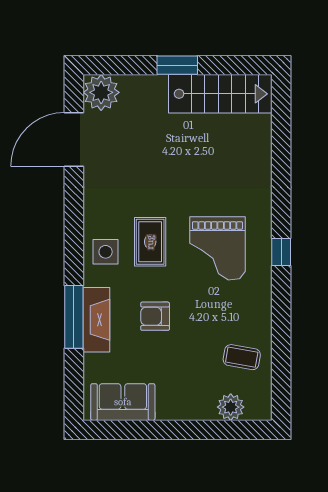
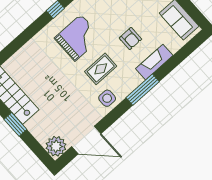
side table: (106, 252) -> (107, 98), moved
window: (74, 317) -> (143, 90), moved

